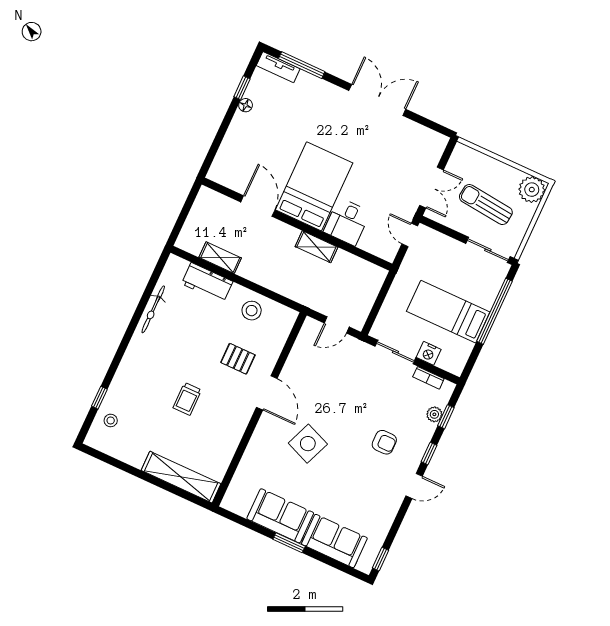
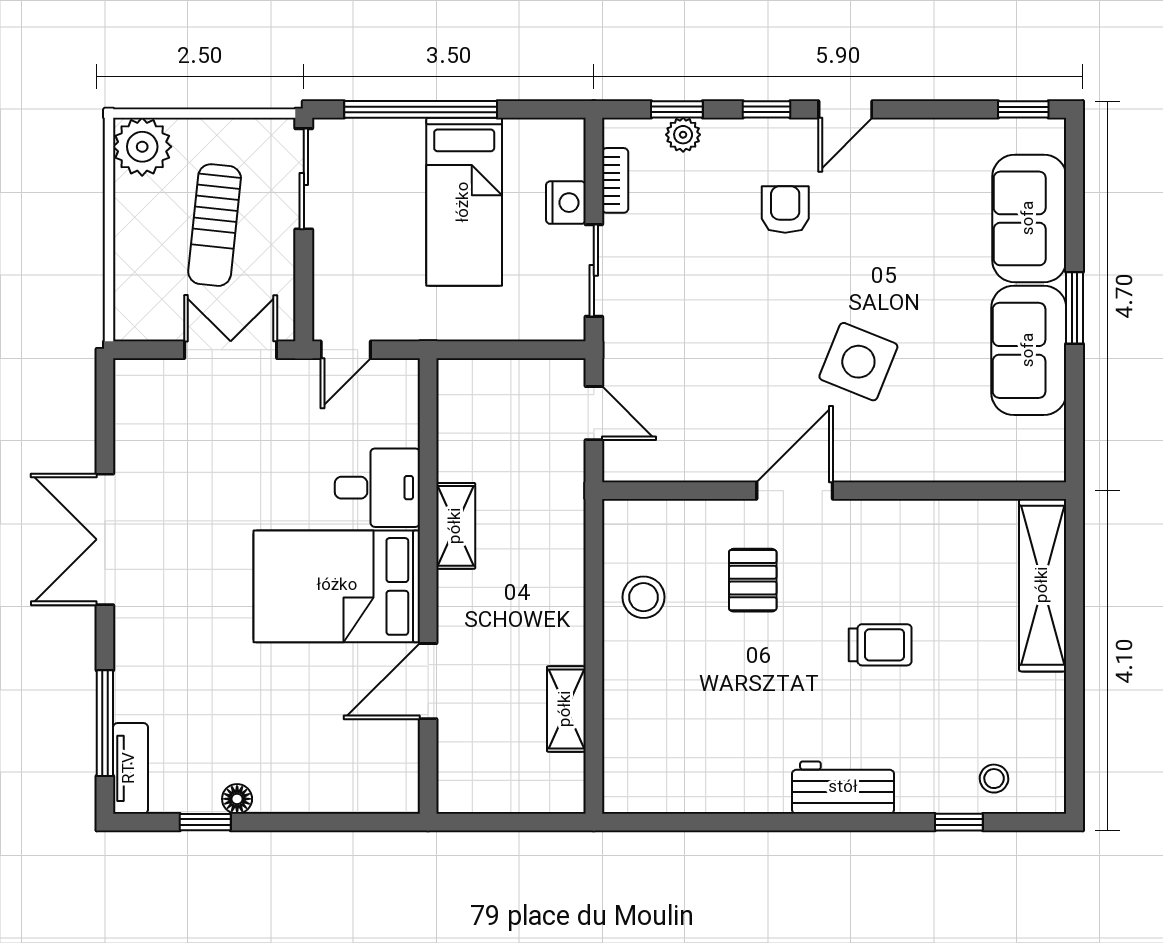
workbench: (207, 283) -> (843, 788), moved, turned -90
bicycle: (153, 309) -> (732, 796), removed
door: (414, 486) -> (845, 109), swing flipped

